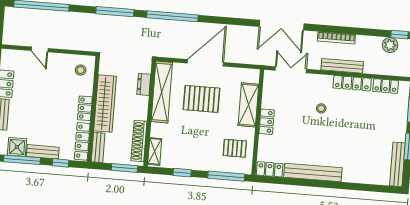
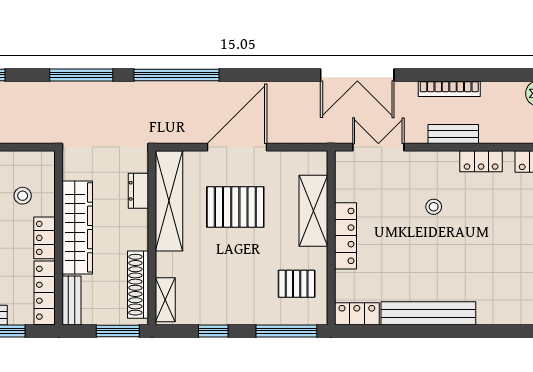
bench: (342, 66) -> (453, 134), width x0.73
stool: (81, 70) -> (23, 196), moved
locker: (352, 83) -> (481, 161), width x0.66
locker: (267, 122) -> (346, 236), width x1.53

